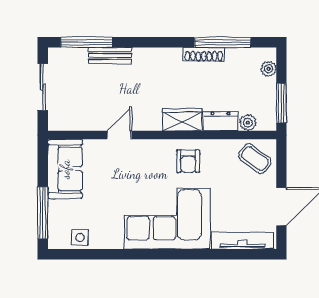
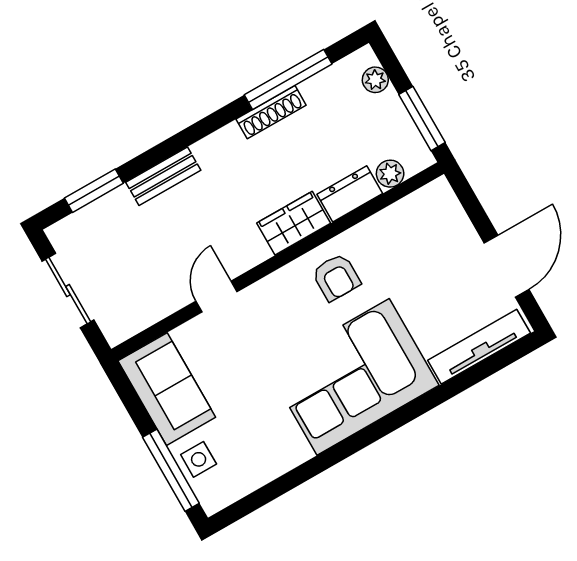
window: (87, 42) -> (94, 191), width x0.69
bench: (110, 56) -> (163, 176), moved
coffee table: (255, 158) -> (429, 219), removed
side table: (80, 237) -> (199, 459), moved

